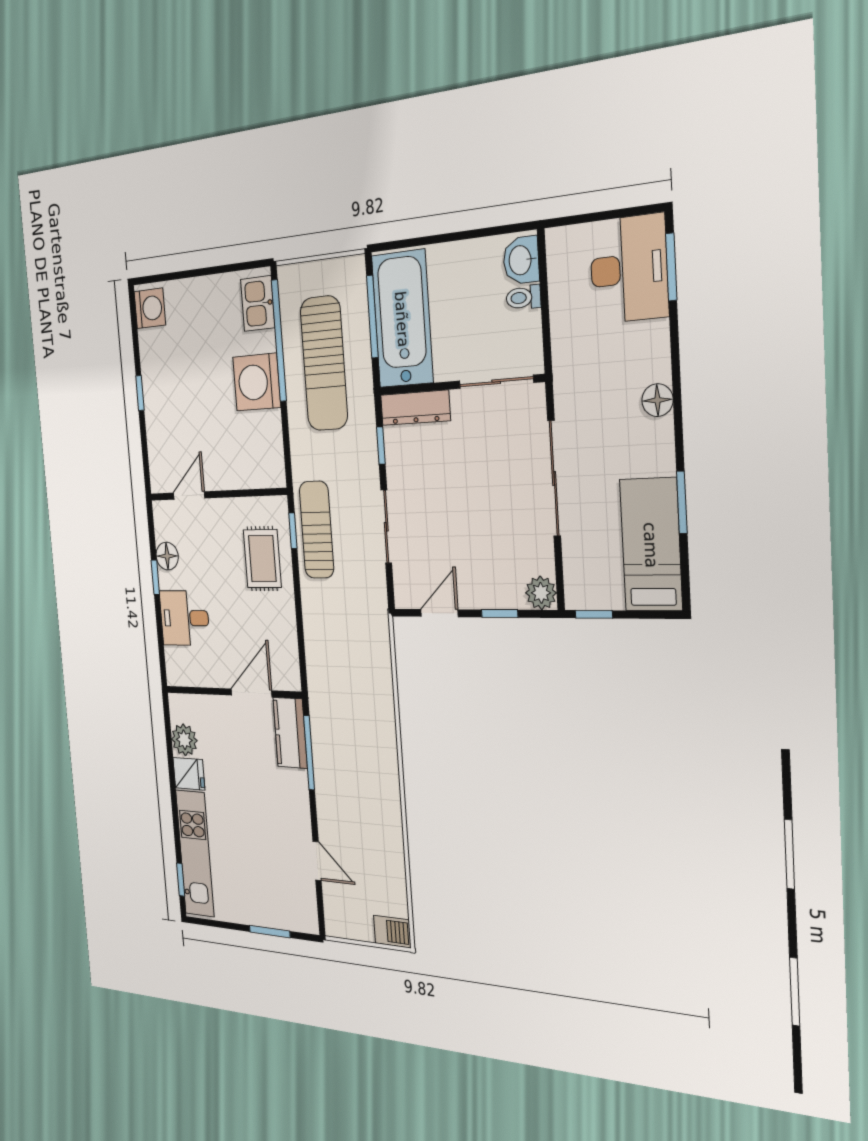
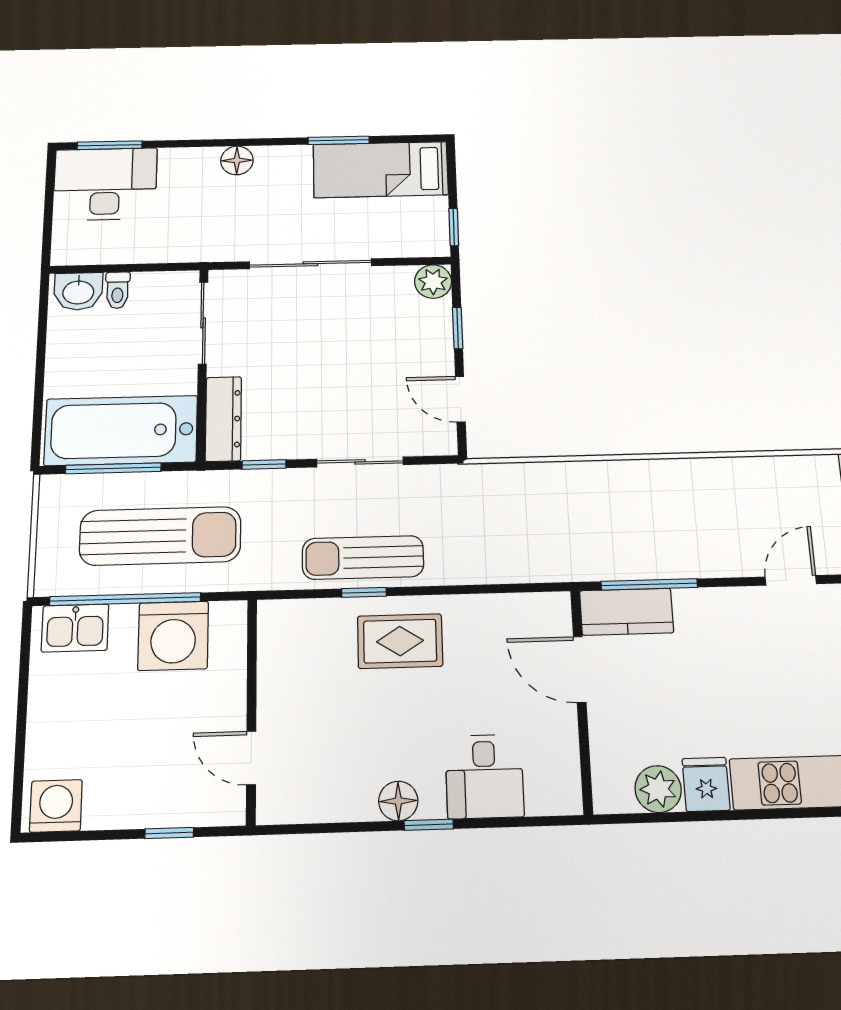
wall: (217, 494) -> (251, 710), moved
door: (189, 495) -> (251, 758), moved

